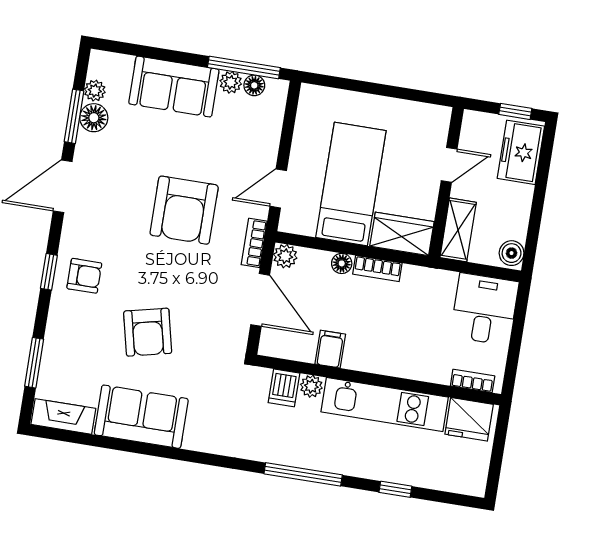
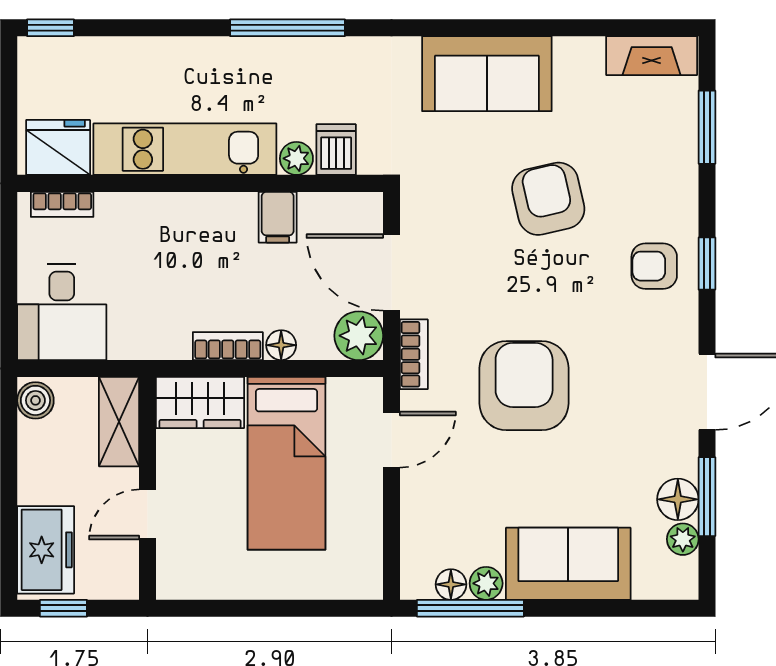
plant: (285, 256) -> (359, 336), width x1.38, depth x1.38
sofa: (141, 417) -> (487, 74), moved
window: (395, 489) -> (50, 28), moved

